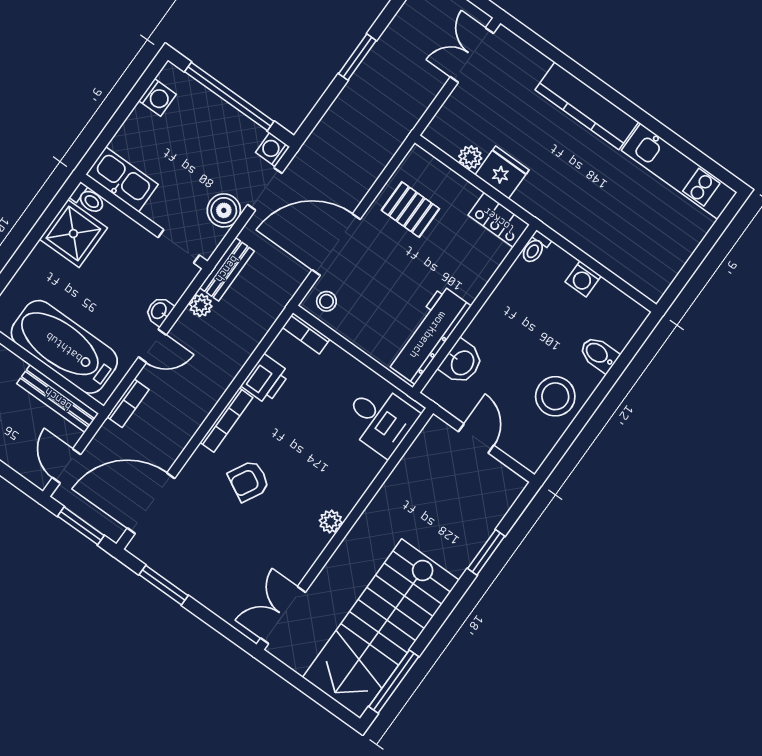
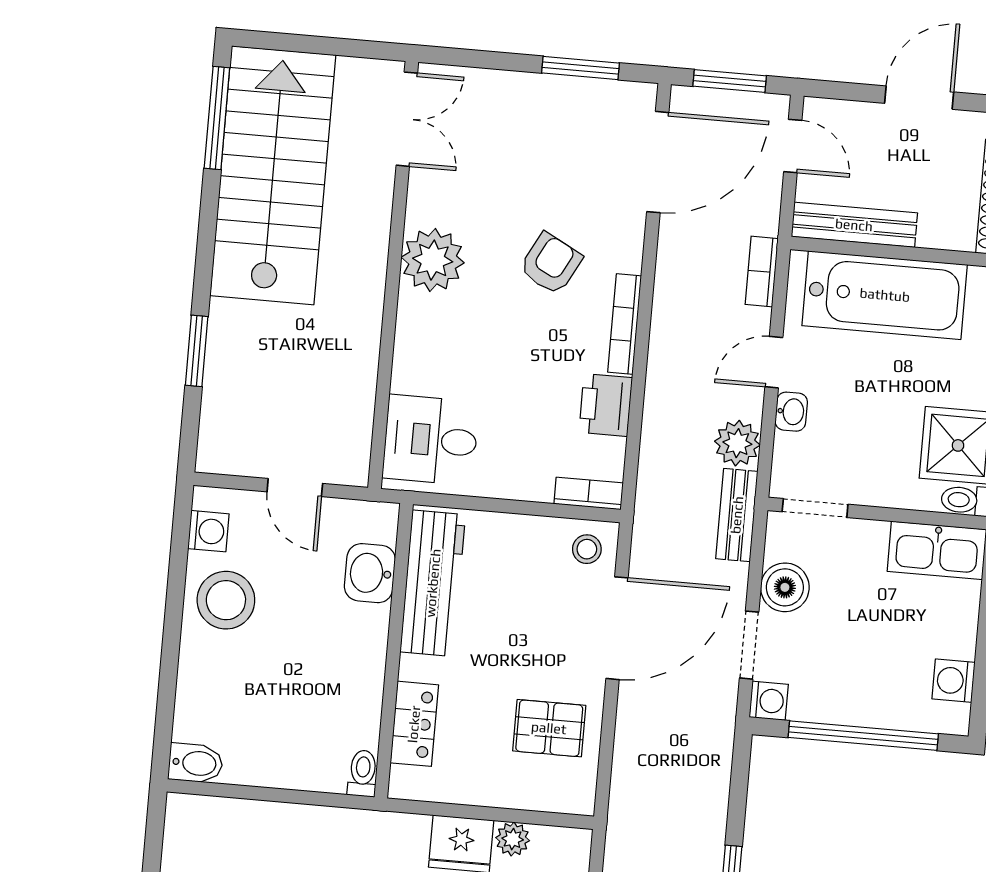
locker: (499, 220) -> (414, 724), moved, turned 90
washing machine: (583, 279) -> (208, 531), moved, turned 90
plant: (201, 305) -> (737, 443), width x1.38, depth x1.38
bidet: (599, 354) -> (196, 763), moved
plant: (331, 522) -> (433, 260), width x1.88, depth x1.88

